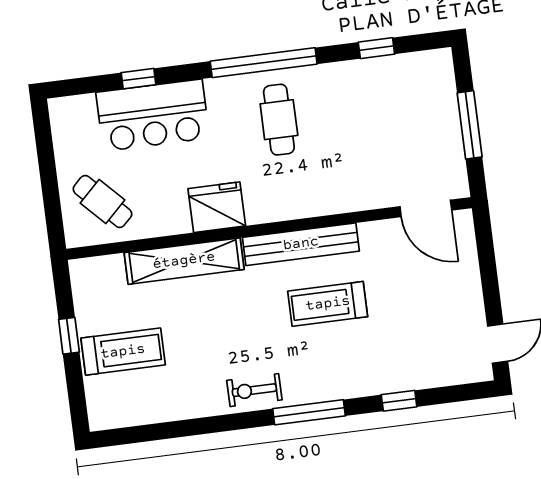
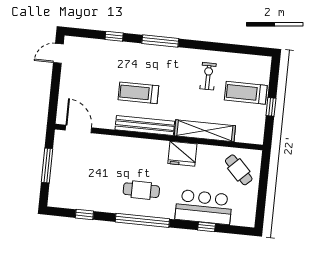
cafe table: (279, 120) -> (141, 190), turned 90
treadmill: (328, 304) -> (138, 93), turned 180
exercise bike: (254, 390) -> (208, 76), moved, turned -90

